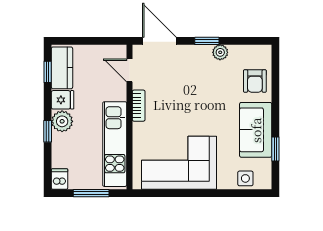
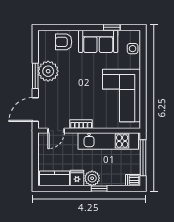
window: (207, 41) -> (35, 76), width x1.50
plant: (220, 52) -> (48, 71), width x1.87, depth x1.87
window: (48, 72) -> (57, 188), removed
armchair: (255, 81) -> (64, 42), turned 180
window: (91, 193) -> (143, 158), width x1.44

